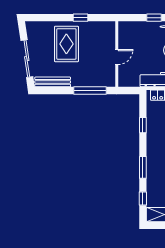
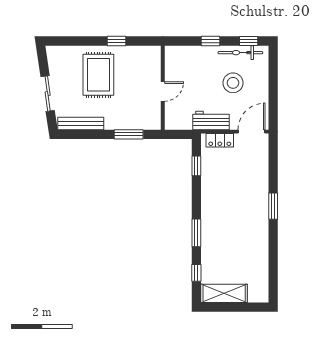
sliding door: (27, 59) -> (48, 94), width x0.73
window: (90, 90) -> (129, 134), width x0.69
window: (143, 125) -> (196, 166), moved

